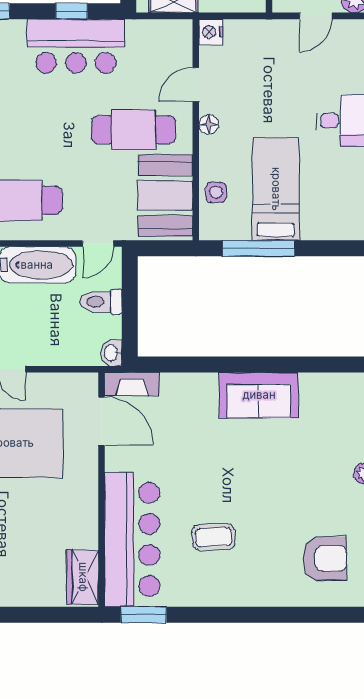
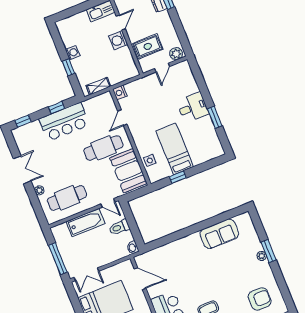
floor lamp: (209, 124) -> (135, 133), removed
door: (98, 244) -> (108, 203), hinge flipped
window: (259, 248) -> (178, 177), width x0.46
fireplace: (132, 384) -> (147, 257), removed
sofa: (259, 395) -> (219, 234), moved

